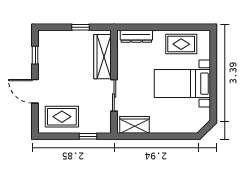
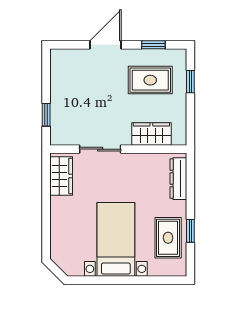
window: (80, 27) -> (190, 82), moved
window: (176, 27) -> (190, 231), added
wardrobe: (103, 57) -> (151, 134), width x0.67
rug: (62, 117) -> (150, 80), moved, turned 90

